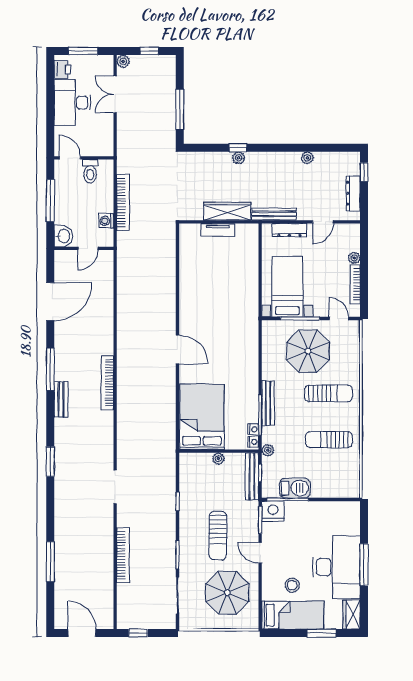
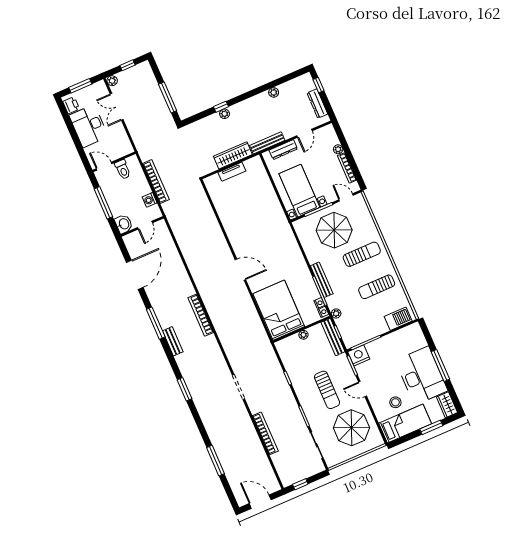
barbecue: (295, 488) -> (398, 319), moved

